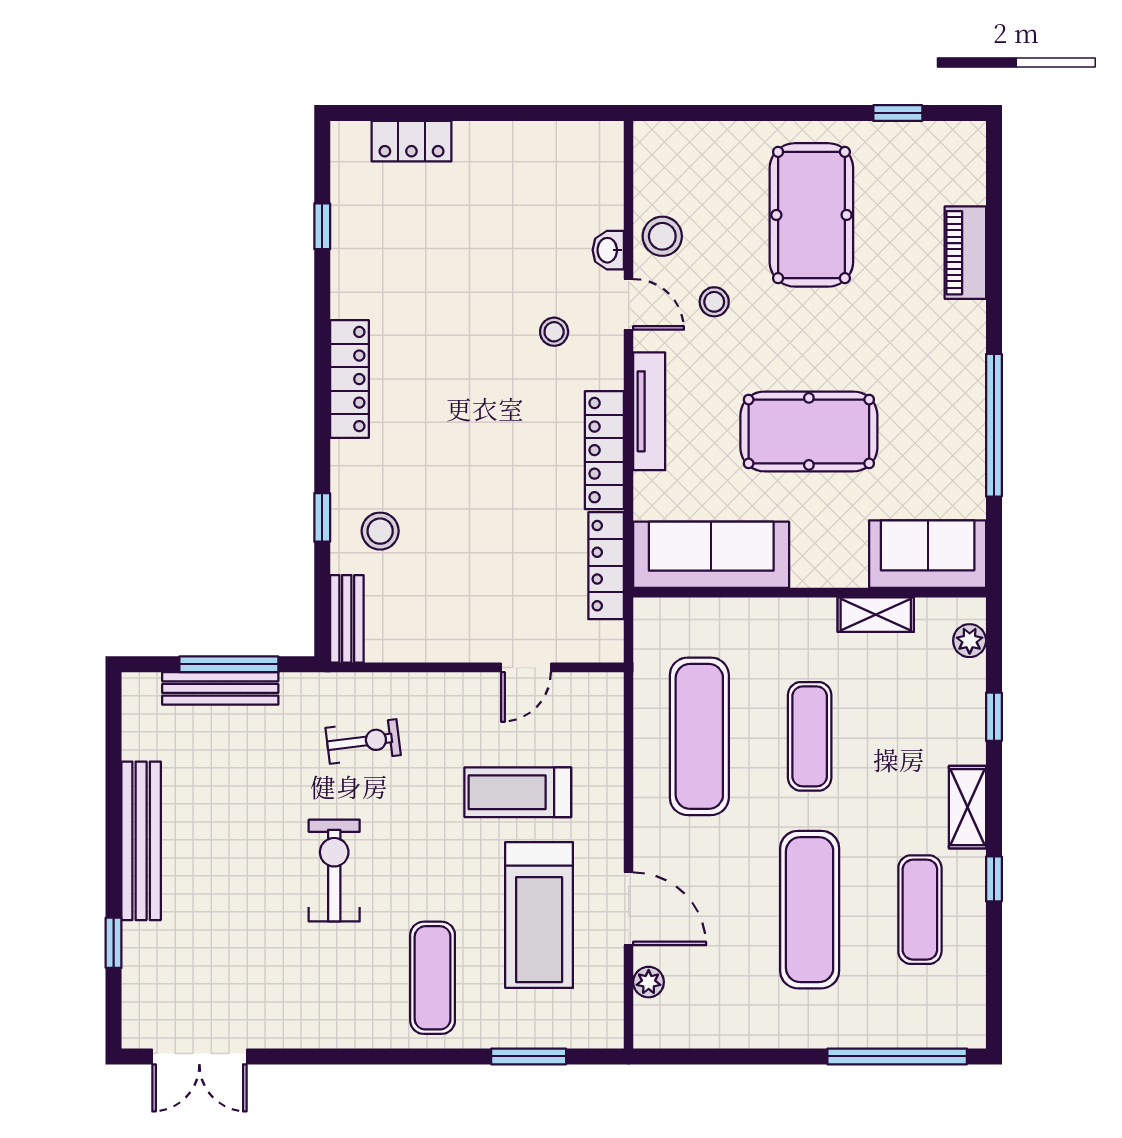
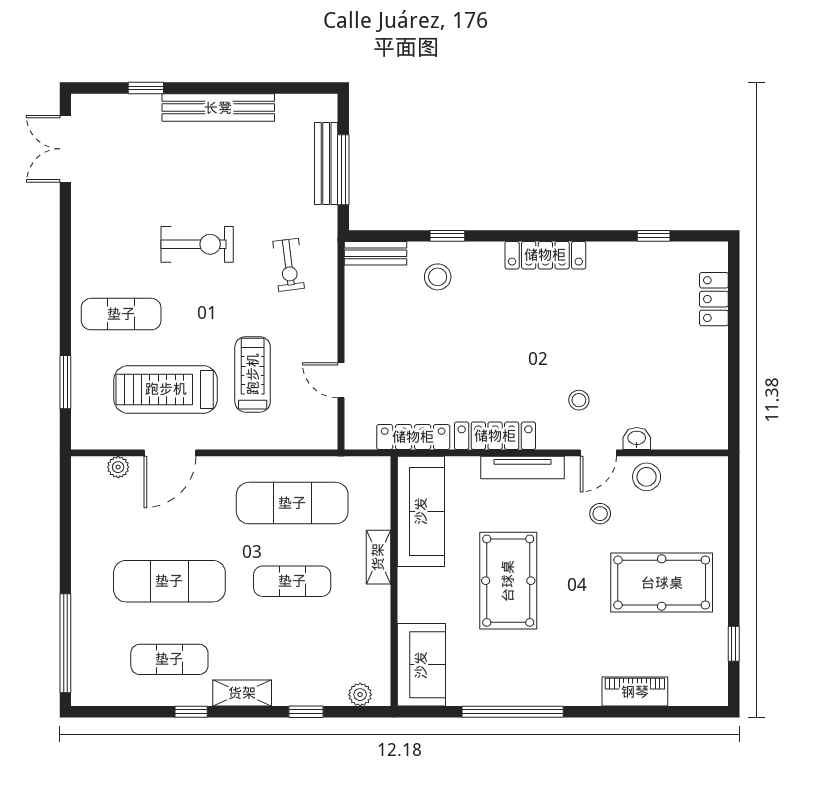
shelving: (876, 615) -> (378, 557), moved

